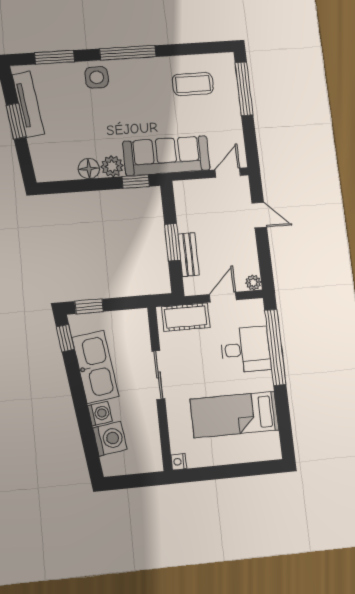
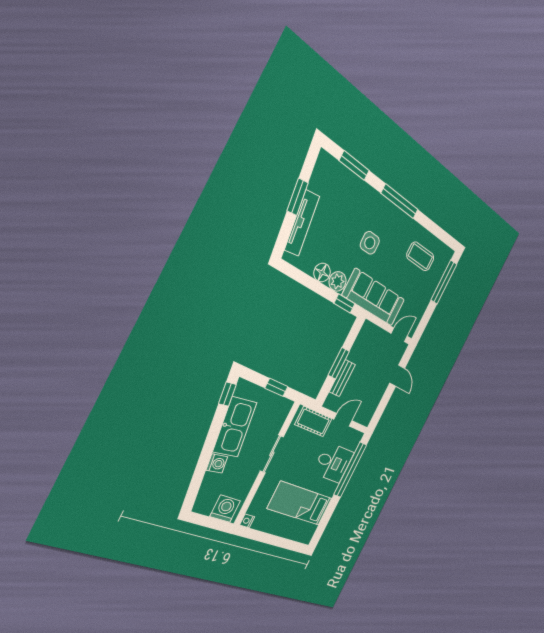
side table: (97, 77) -> (370, 243), moved
tv unit: (28, 104) -> (302, 223), moved
plant: (253, 282) -> (366, 420), removed
window: (89, 306) -> (276, 387), moved
washing machine: (110, 439) -> (225, 509), moved, turned -82

